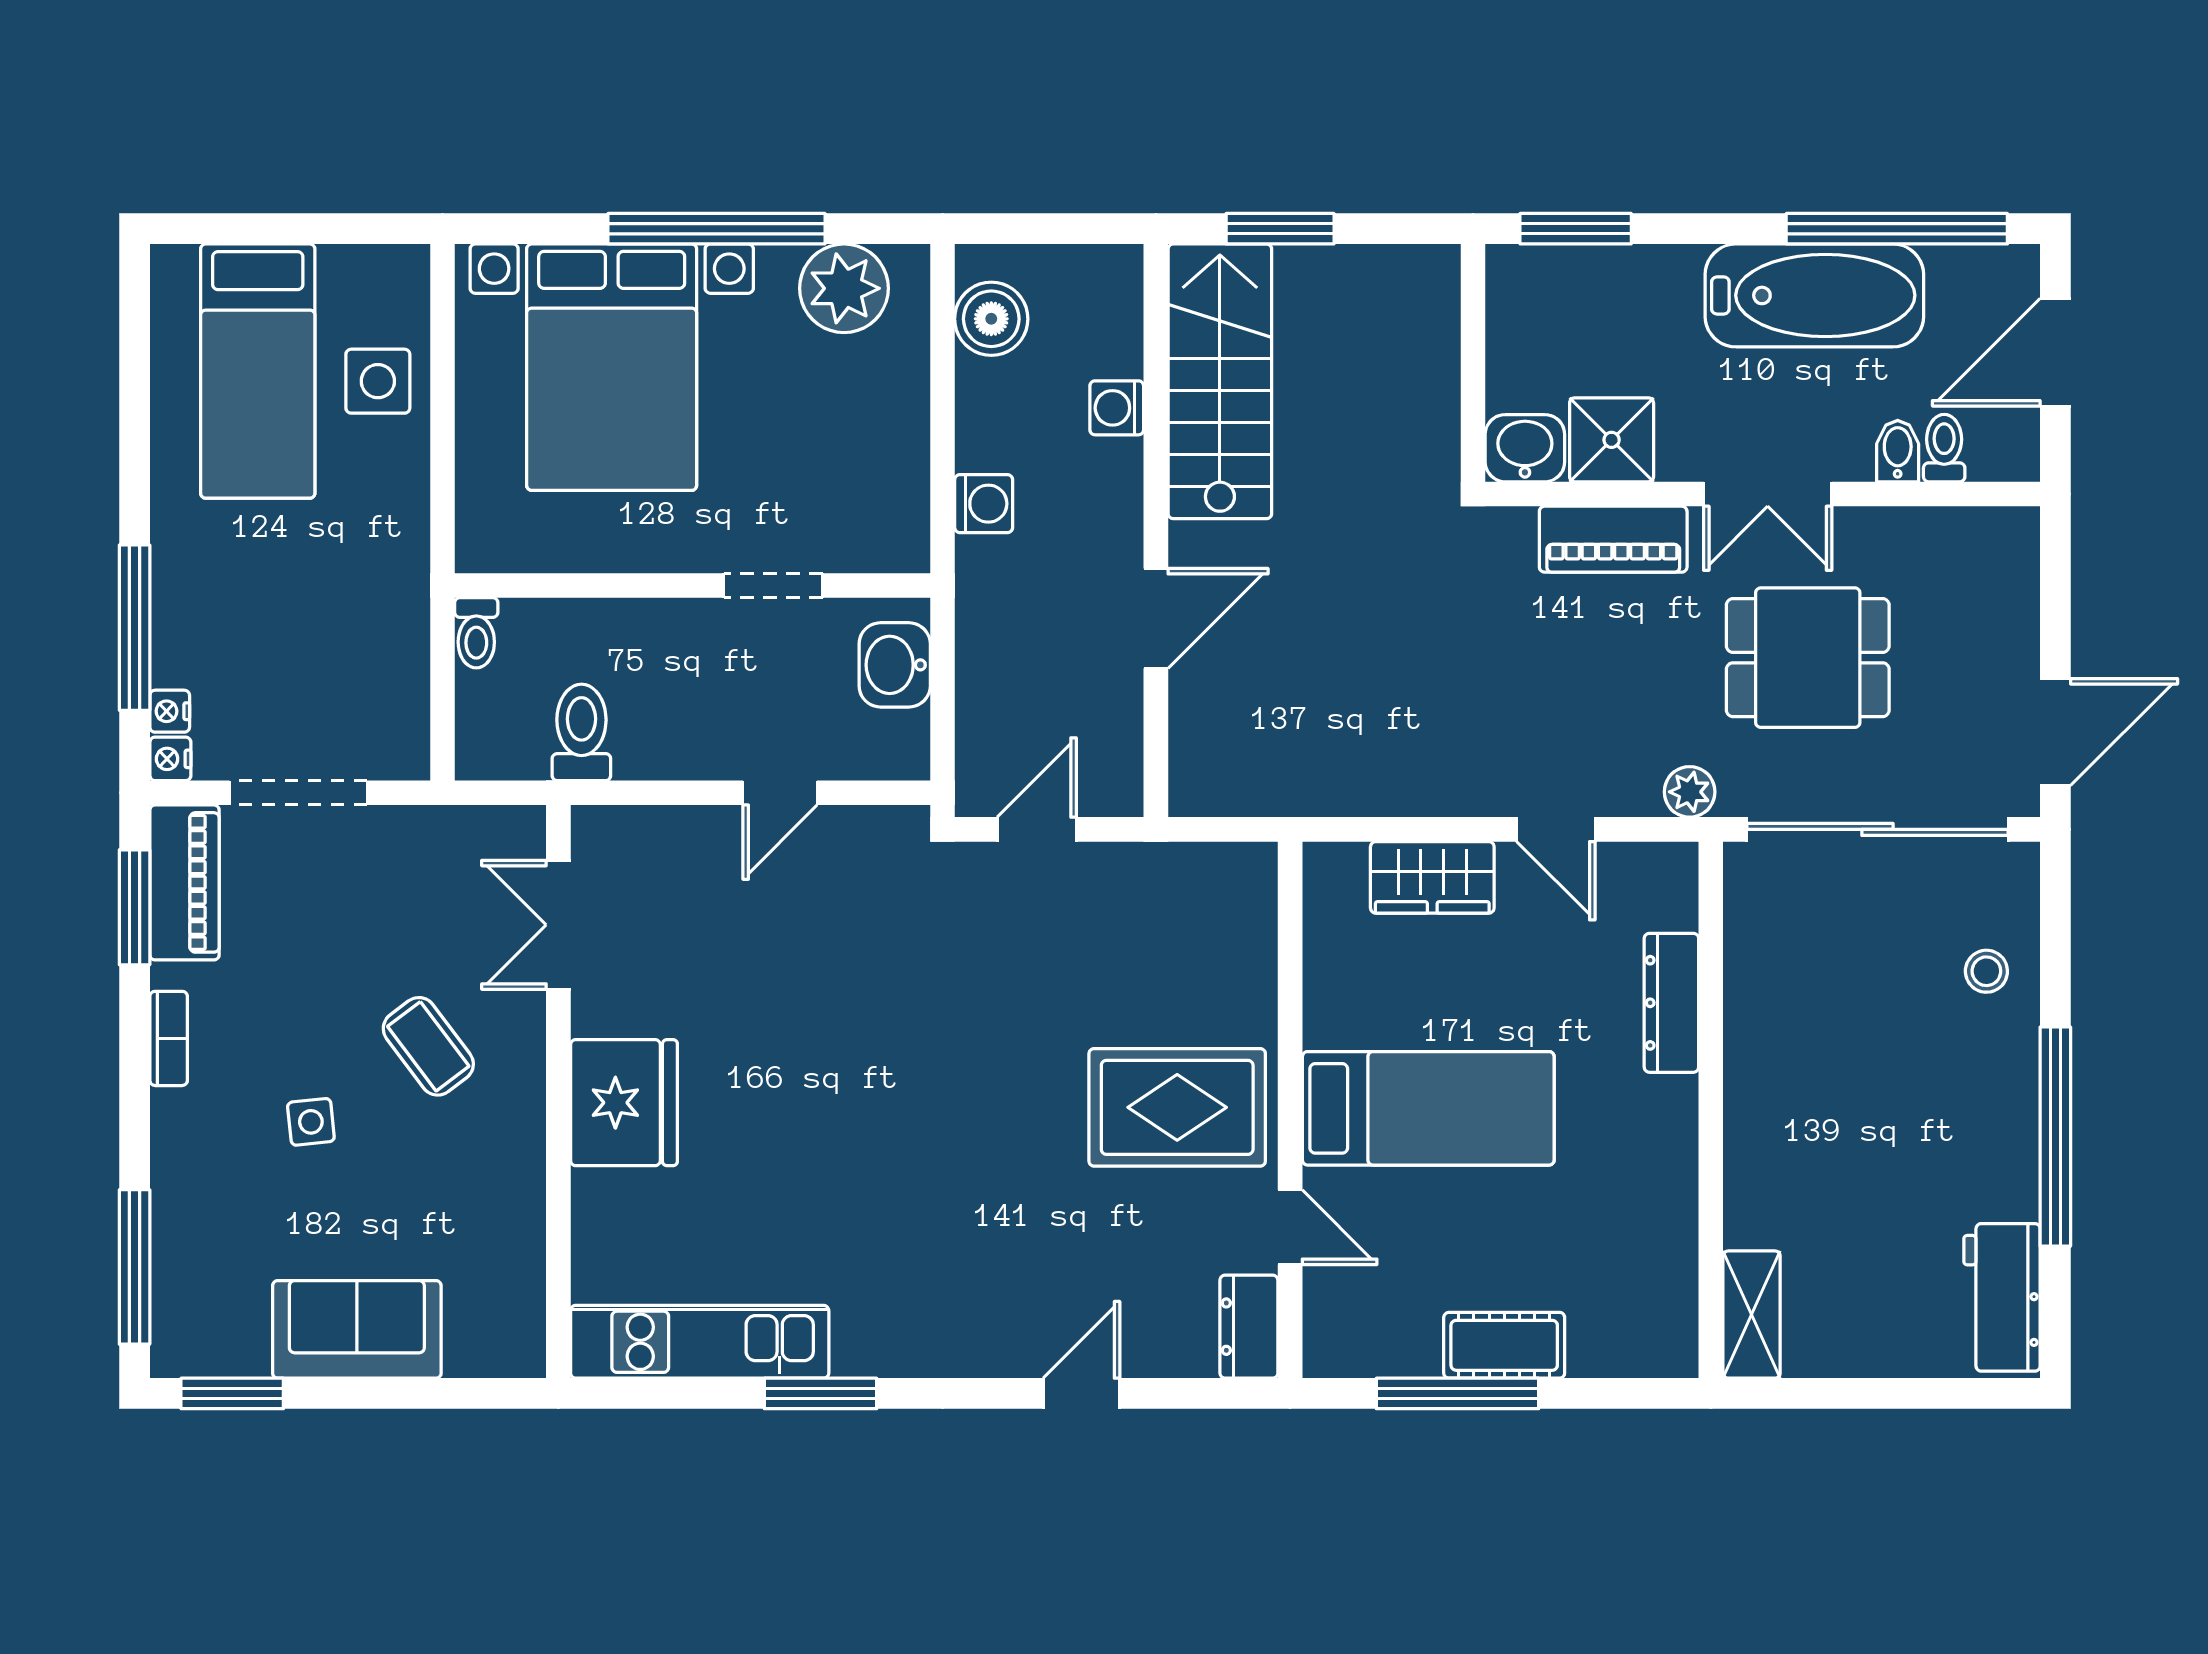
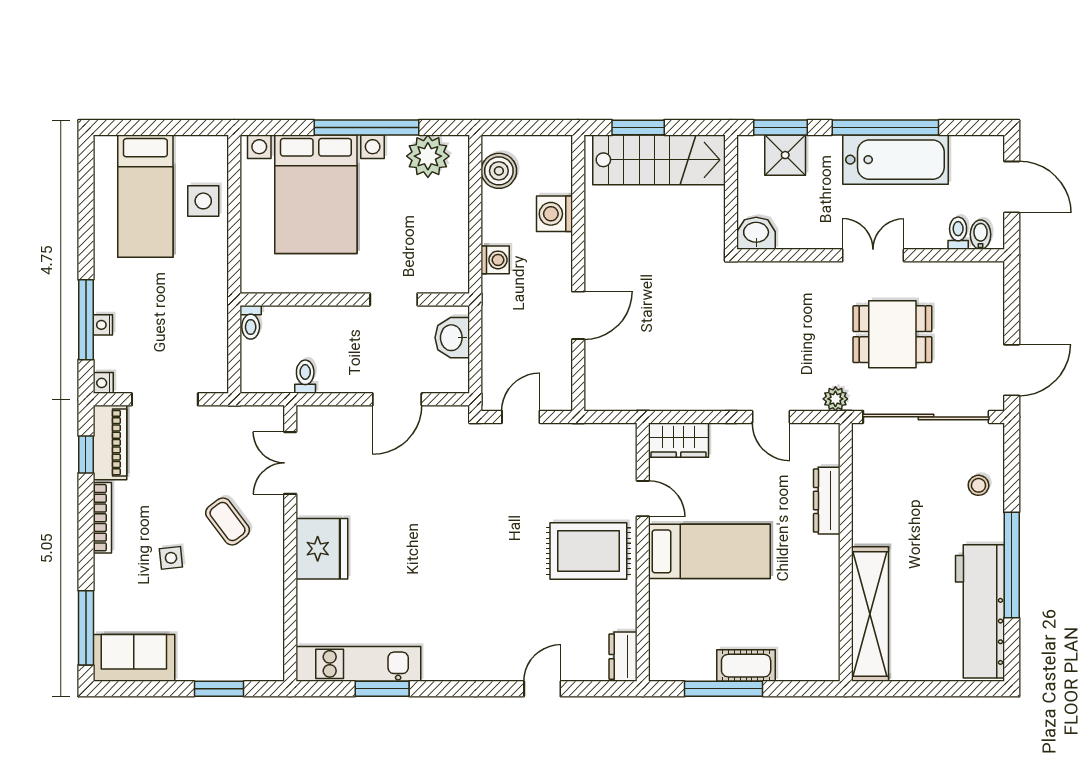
window: (1897, 229) -> (885, 127), moved
door: (2055, 352) -> (1012, 187), swing flipped
stairs: (1220, 381) -> (659, 160), moved, turned 90
washing machine: (1117, 408) -> (554, 214), width x1.38, depth x1.38
shower: (1612, 440) -> (785, 155), moved
bidet: (1898, 451) -> (981, 235), moved
double door: (1768, 494) -> (873, 255), swing flipped
piano: (1613, 539) -> (799, 277), removed
nightstand: (170, 711) -> (103, 325), moved
toilet: (581, 732) -> (305, 377), width x0.73, depth x0.72
door: (780, 793) -> (397, 399), width x1.38
wardrobe: (1432, 877) -> (679, 440), moved
window: (135, 907) -> (86, 455), width x0.67
bookcase: (169, 1038) -> (102, 518), width x1.56
door: (1290, 1227) -> (643, 499), moved
workbench: (2002, 1297) -> (980, 611), width x1.88, depth x1.32
shelving: (1752, 1315) -> (870, 614), width x2.20, depth x1.33
sofa: (357, 1329) -> (134, 658), moved
window: (232, 1393) -> (219, 689), moved
window: (820, 1393) -> (382, 689), moved

